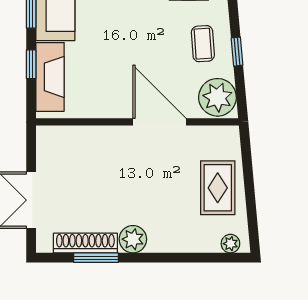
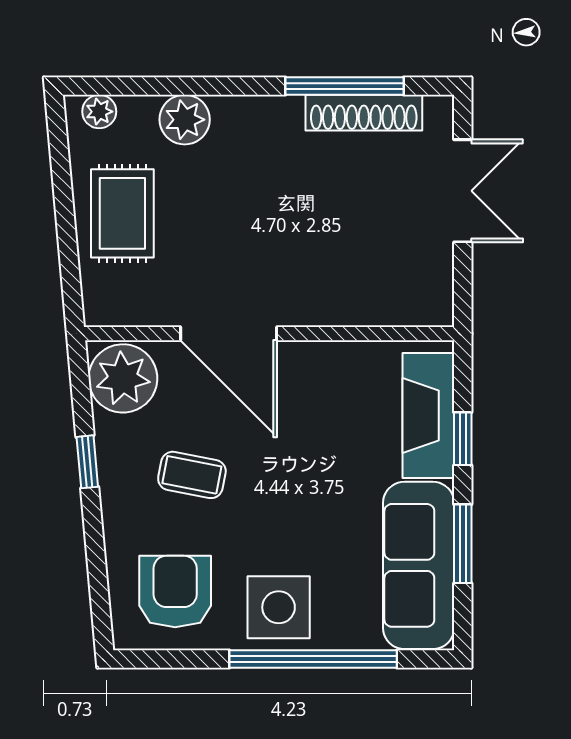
coffee table: (203, 44) -> (192, 475), moved, turned -75
plant: (133, 239) -> (185, 120), moved
window: (96, 258) -> (344, 86), width x1.44

